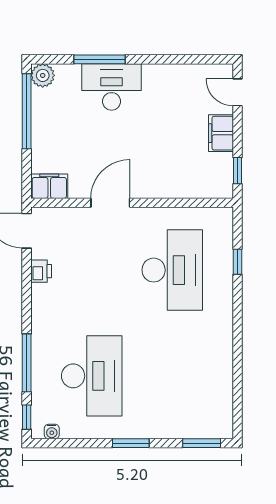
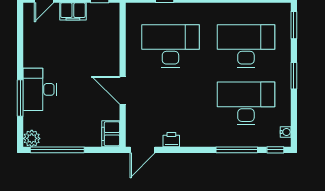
desk: (172, 376) -> (246, 46), added

